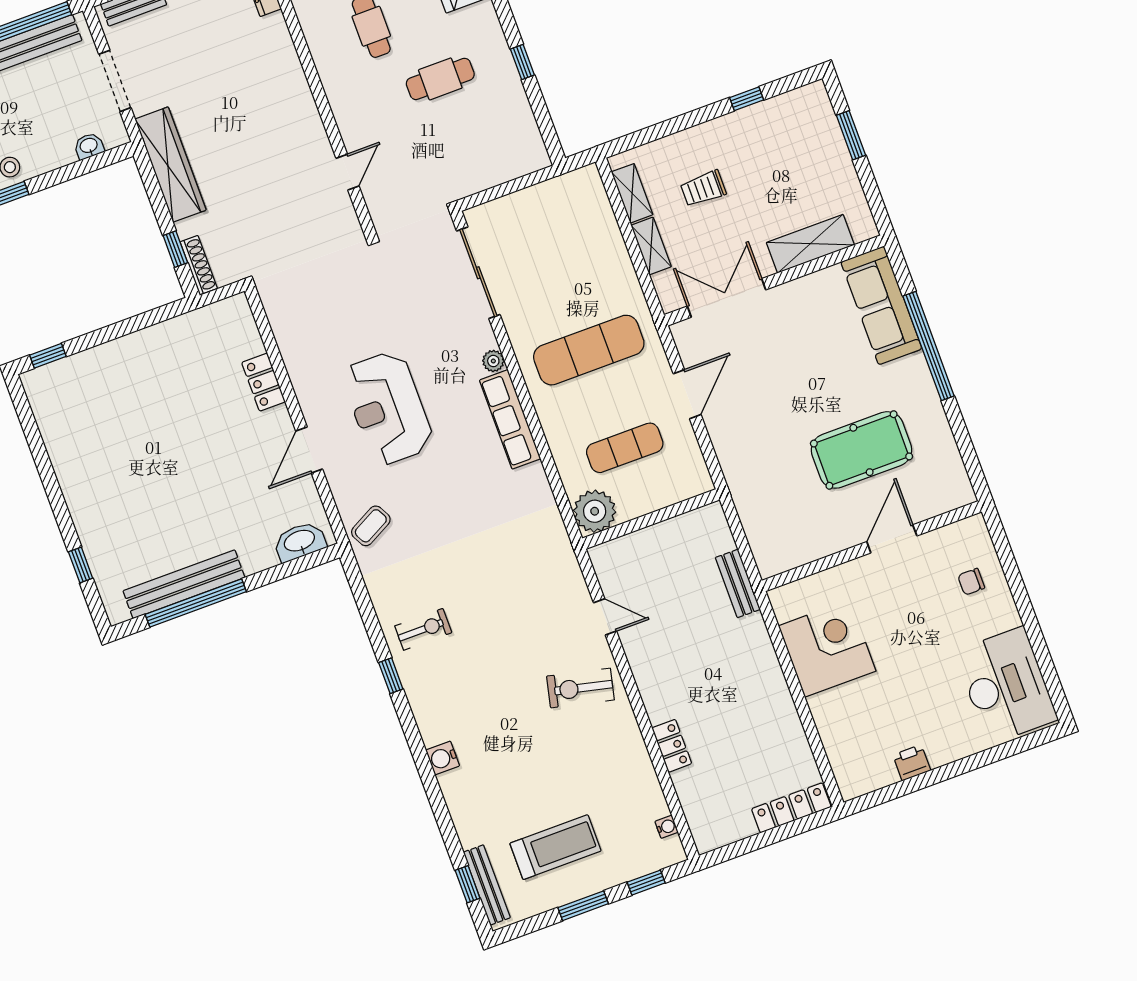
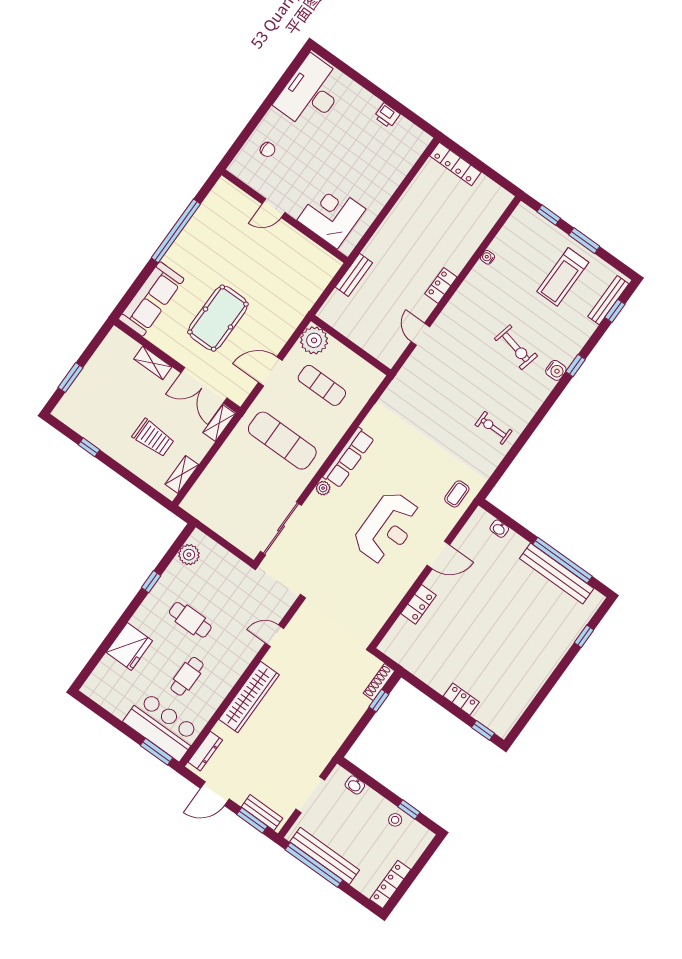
plant: (524, 133) -> (189, 555), added
wardrobe: (171, 165) -> (249, 697), moved, turned 180
trolley: (703, 188) -> (153, 438), width x1.36, depth x1.39
shelving: (810, 244) -> (153, 363), width x0.67, depth x0.75
shelving: (651, 246) -> (219, 423), moved
window: (929, 346) -> (176, 231), moved
locker: (106, 355) -> (461, 699), added
pool table: (861, 450) -> (218, 318), moved, turned 90
plant: (595, 511) -> (314, 340), moved
coffee table: (371, 526) -> (457, 494), turned -62
door: (892, 539) -> (273, 208), width x0.73
washbasin: (300, 542) -> (499, 529), width x0.52, depth x0.69
corner desk: (827, 648) -> (331, 215), moved, turned 90
window: (391, 676) -> (576, 366), moved
exercise bike: (580, 688) -> (516, 347), moved
locker: (672, 746) -> (441, 285), moved
water cooler: (667, 827) -> (488, 257), moved
treadmill: (555, 847) -> (563, 277), turned -90

